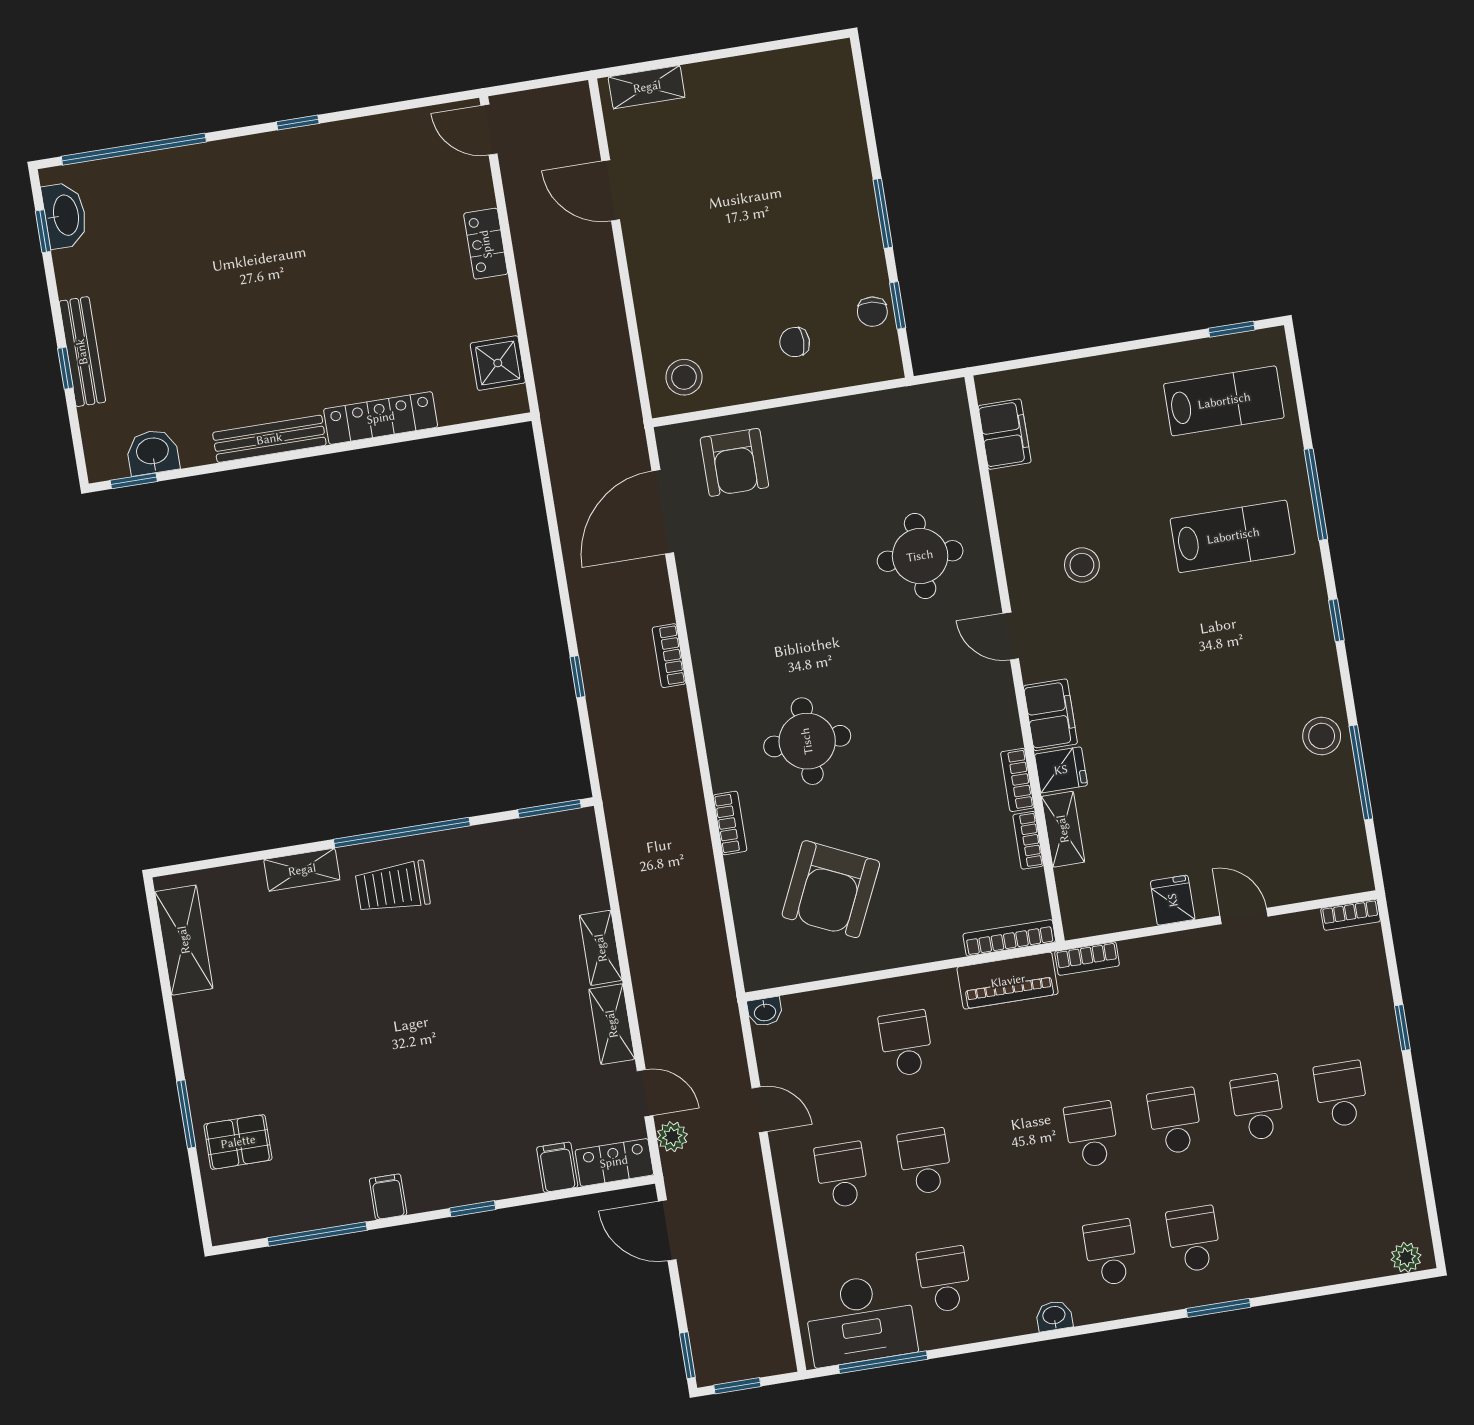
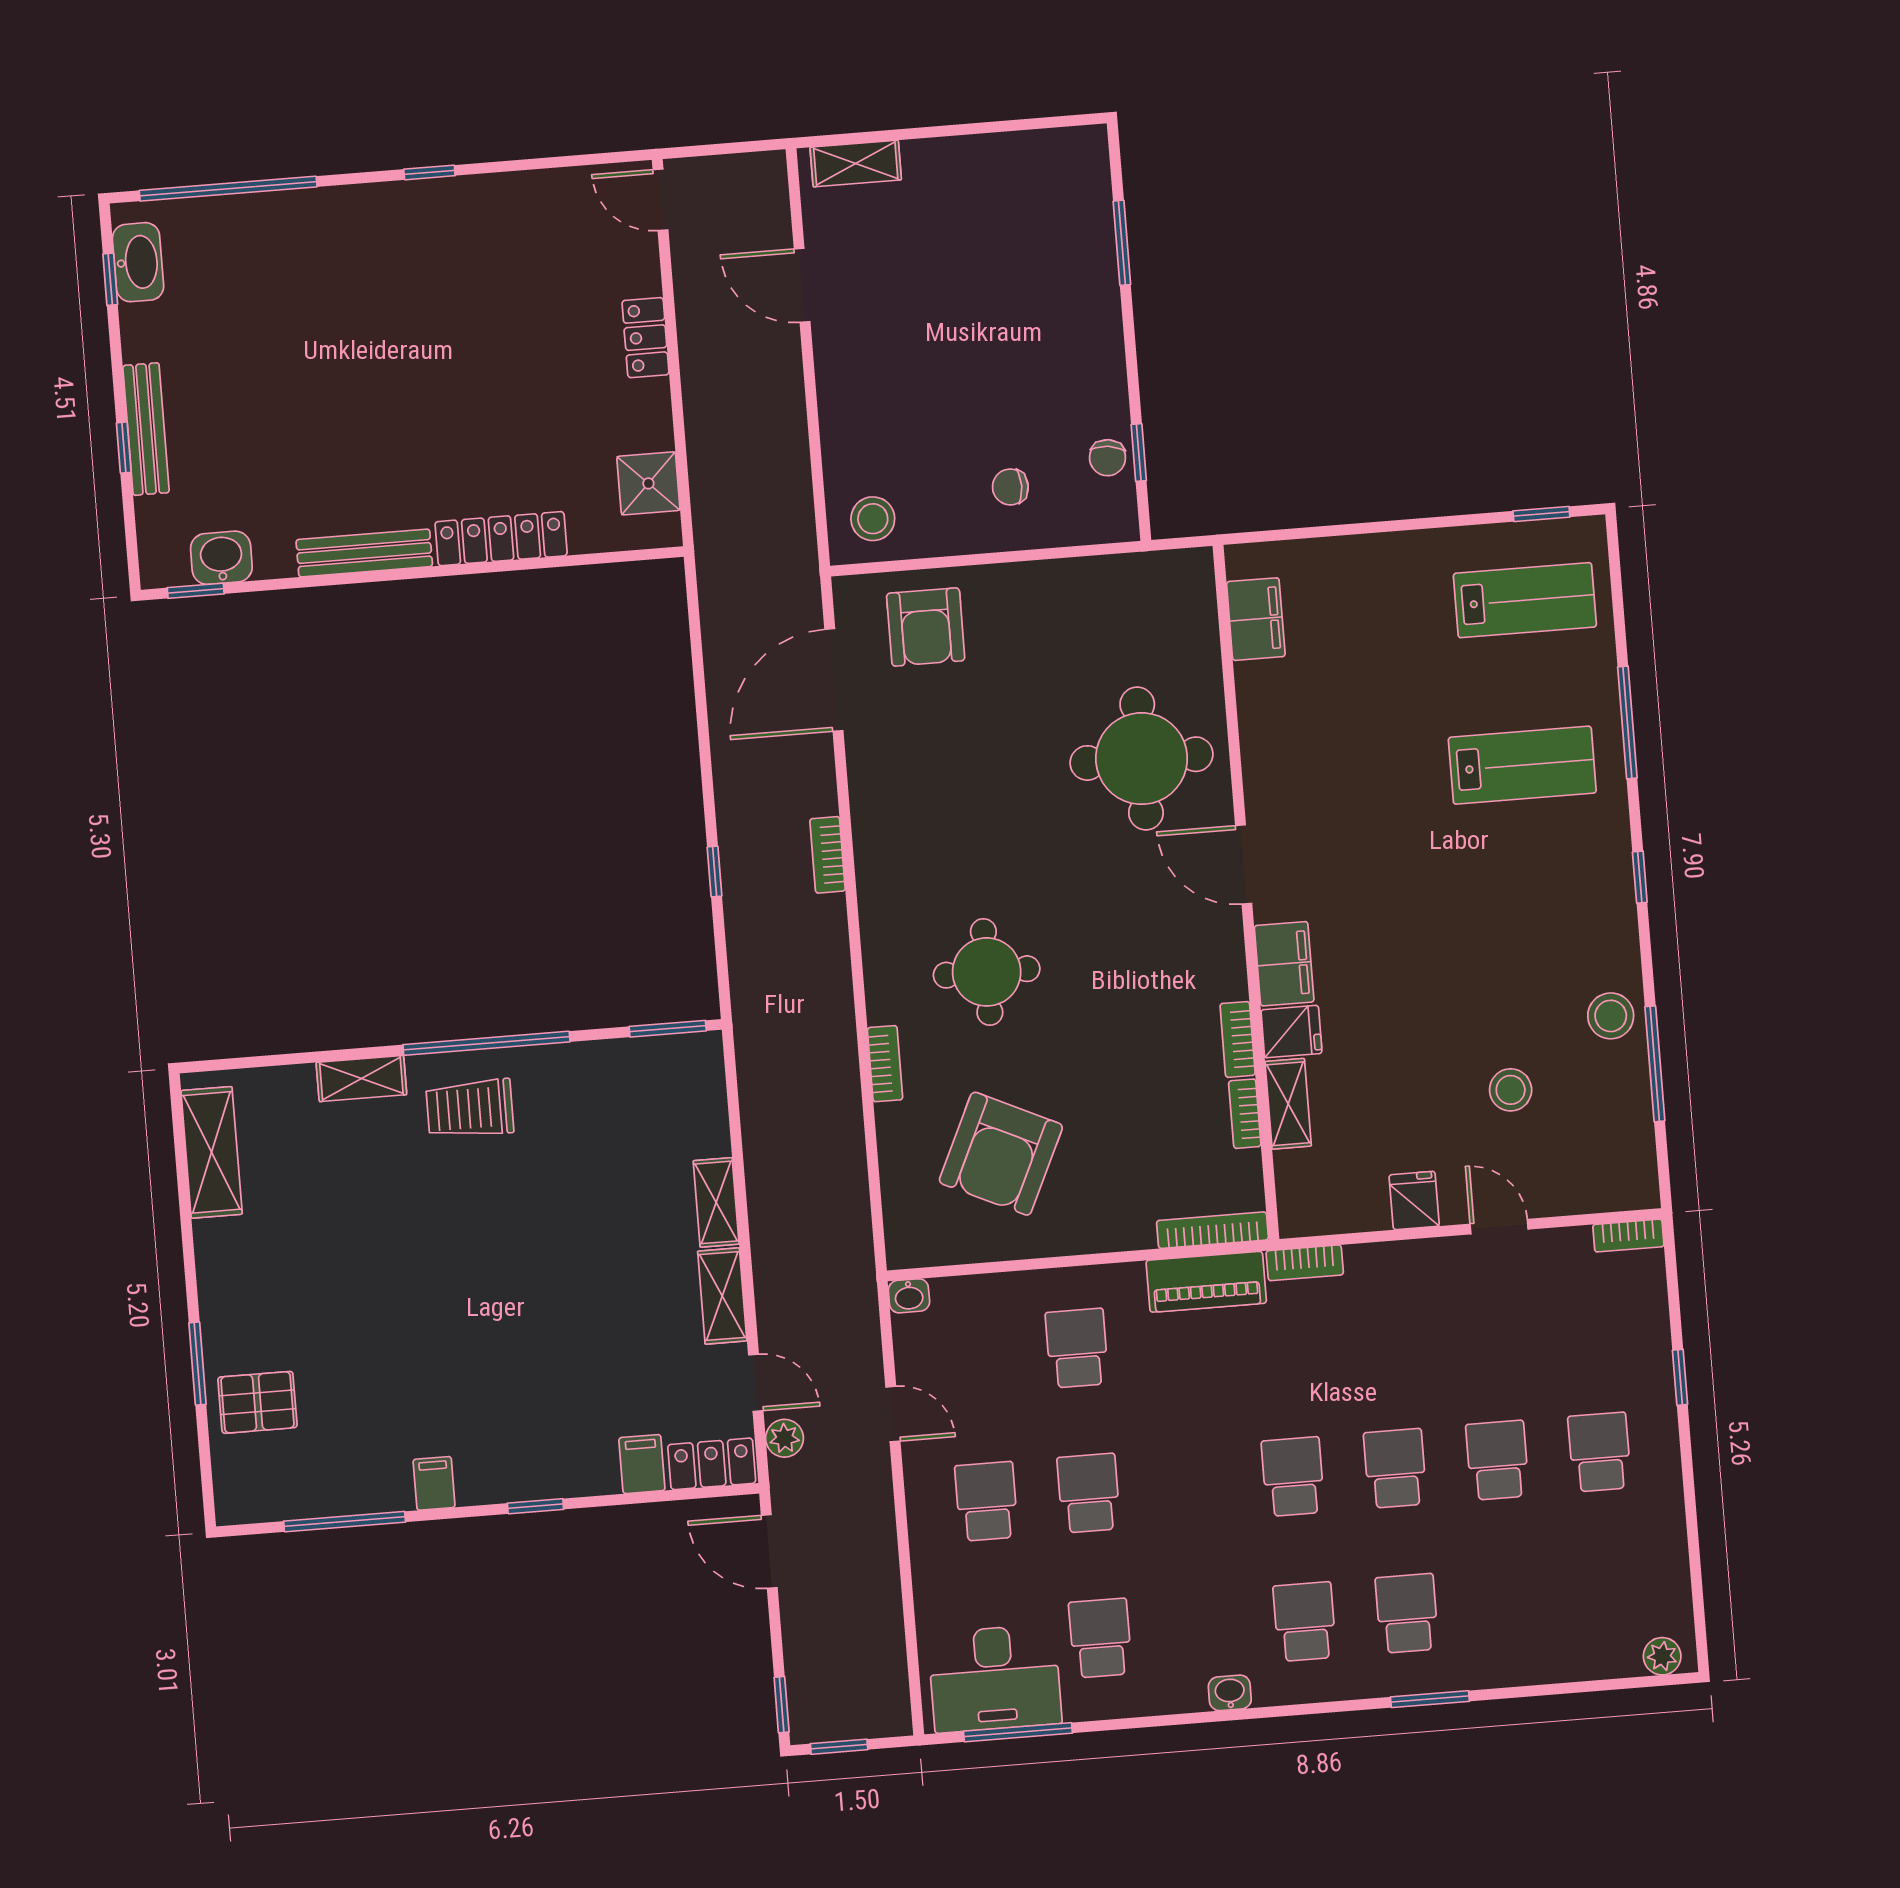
window: (883, 213) -> (1122, 243), moved
round table: (920, 556) -> (1142, 759), width x1.36, depth x1.36
stool: (1082, 565) -> (1511, 1090), moved
door: (1011, 636) -> (1244, 864), width x1.38

